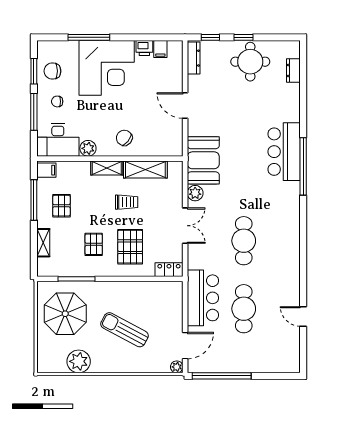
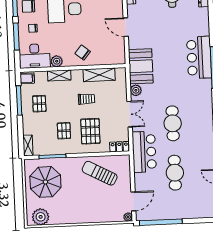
shelving: (107, 168) -> (59, 75), moved
shelving: (43, 243) -> (28, 145), moved
bar counter: (203, 298) -> (144, 152), moved
sun lounger: (125, 330) -> (100, 173), moved
plant: (79, 361) -> (41, 217), moved

